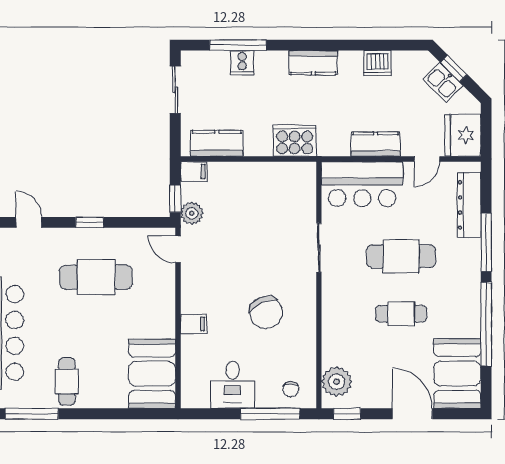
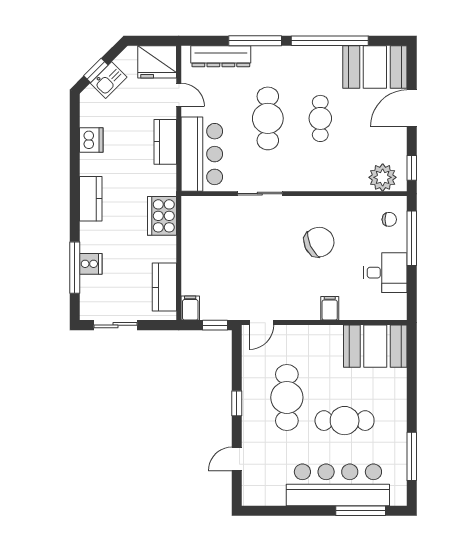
plant: (192, 213) -> (228, 310), removed
cafe table: (67, 382) -> (345, 421), moved, width x1.37, depth x1.35

